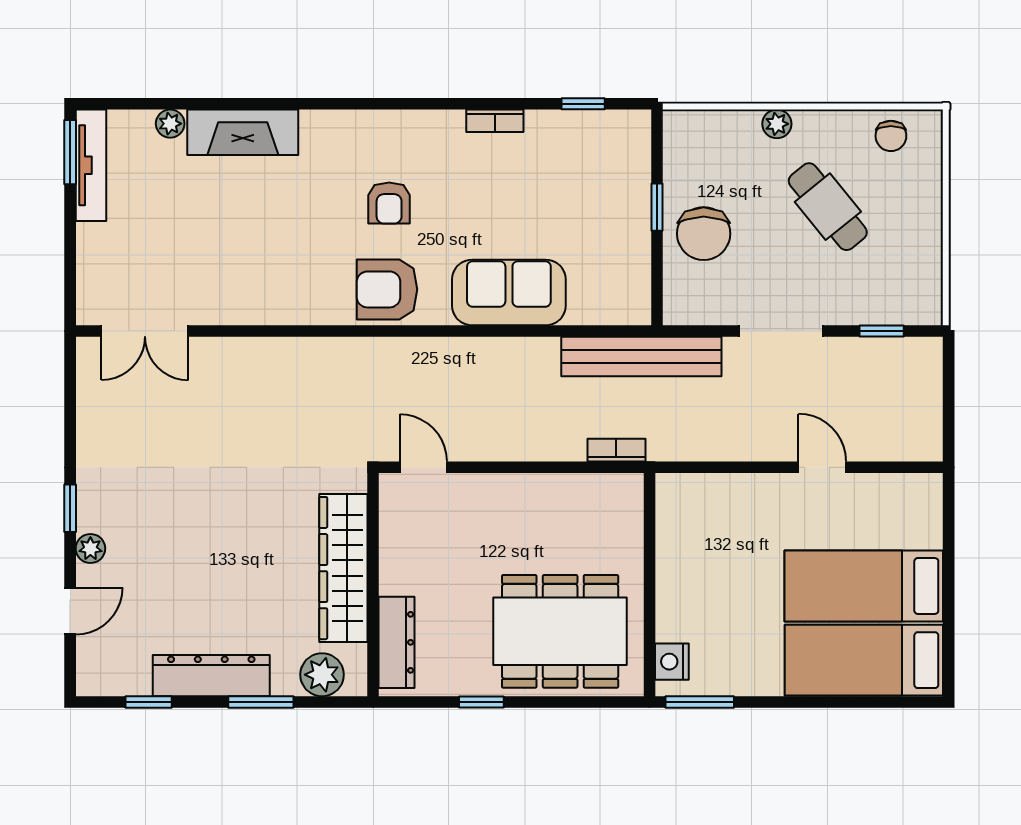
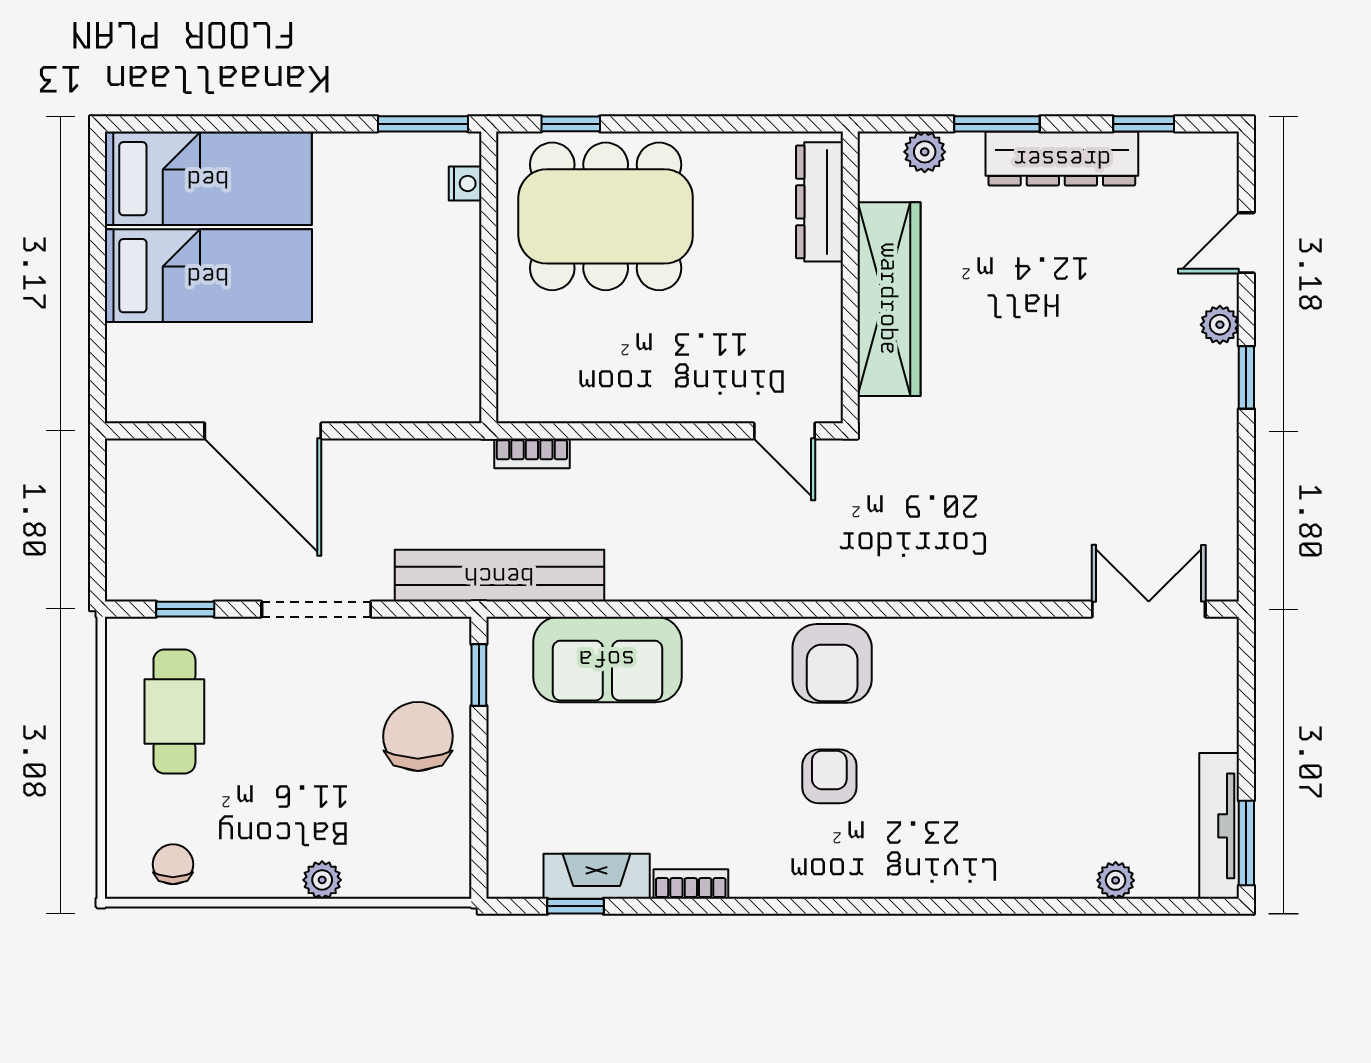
fireplace: (243, 132) -> (597, 876), moved, width x0.73, depth x0.76
window: (657, 207) -> (479, 675), moved
cafe table: (828, 207) -> (174, 711), moved, turned 39
armchair: (387, 289) -> (832, 663), turned 90
sofa: (509, 292) -> (607, 659), moved
door: (822, 467) -> (263, 431), width x1.88
nightstand: (672, 662) -> (465, 183), width x0.72, depth x0.74
plant: (322, 675) -> (925, 152), width x0.73, depth x0.73
window: (481, 702) -> (571, 124), moved

